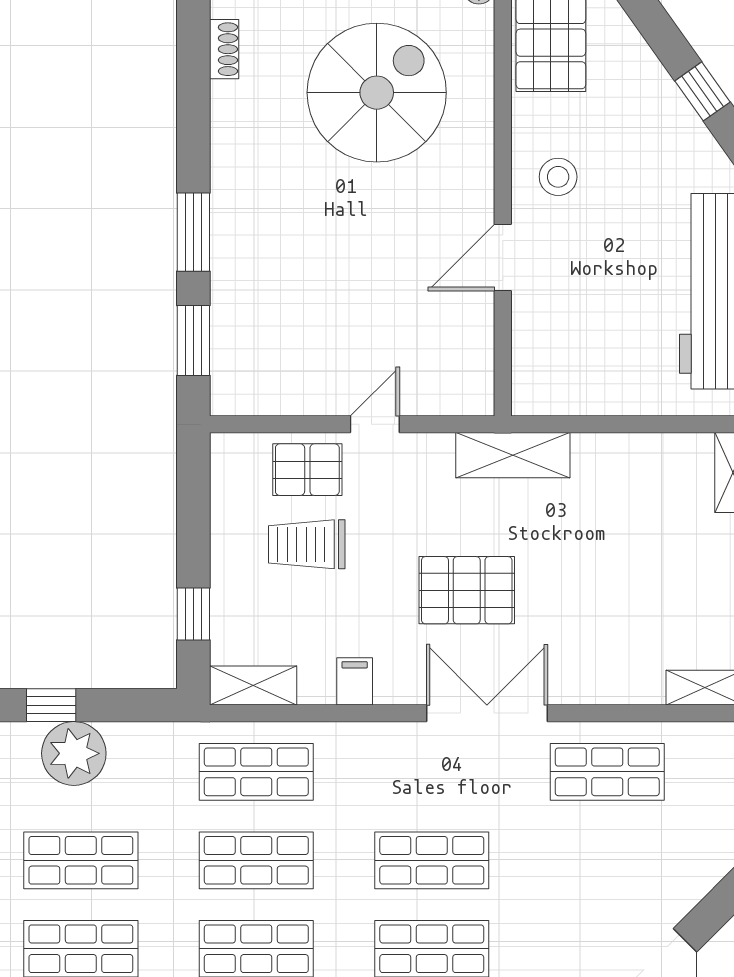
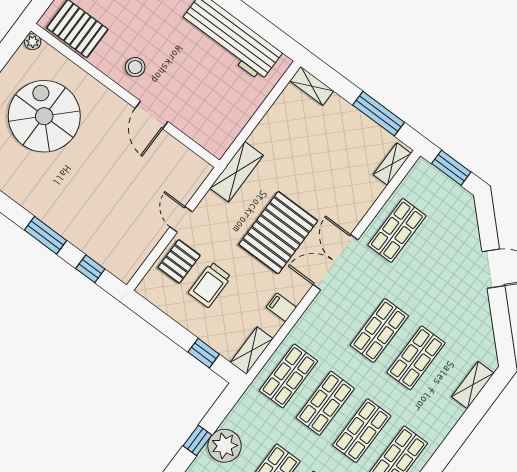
window: (193, 340) -> (90, 269), width x0.67
pallet: (467, 590) -> (278, 233), width x1.37, depth x1.41

